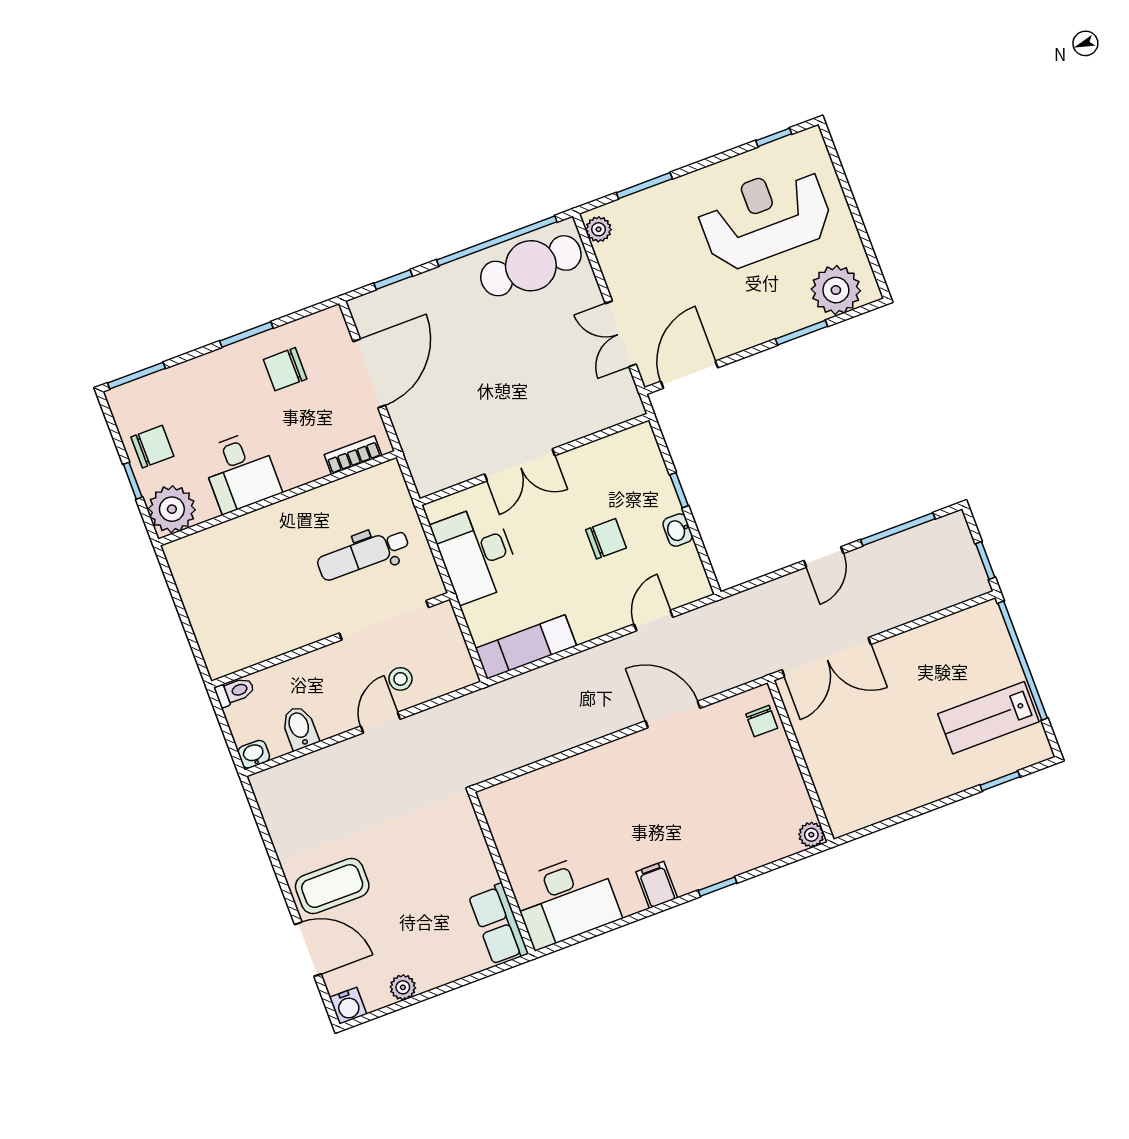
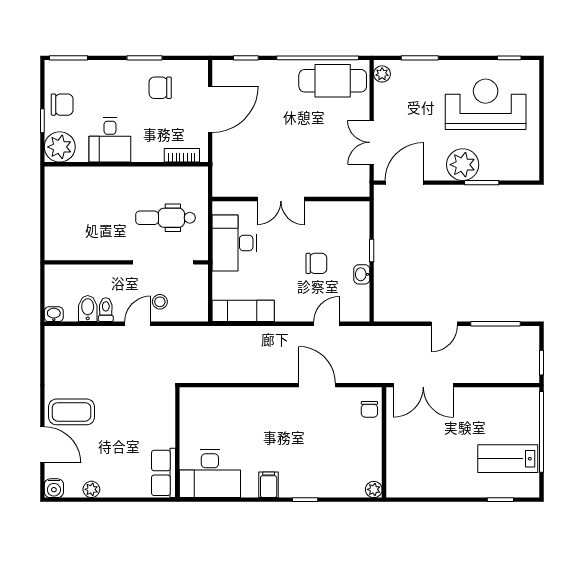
plant: (836, 290) -> (463, 165), moved
toilet: (235, 692) -> (106, 310), moved, turned -90

